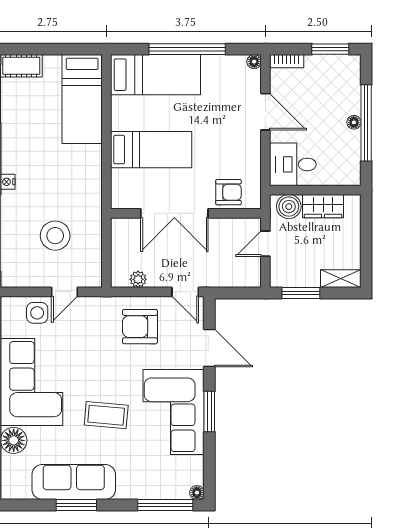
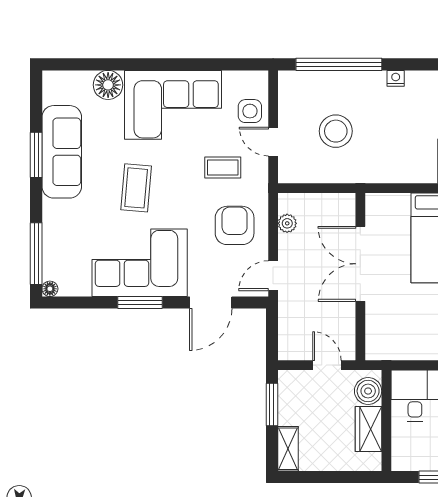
armchair: (228, 192) -> (384, 324), removed
coffee table: (88, 337) -> (223, 167), added

